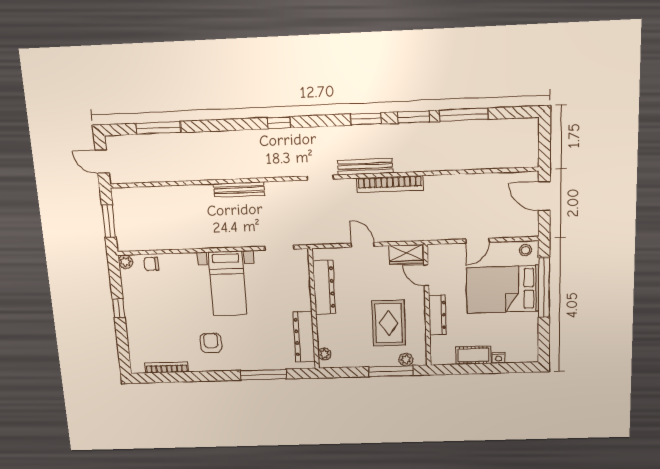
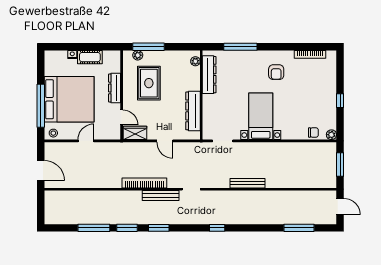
bed: (503, 289) -> (69, 99), width x1.36

